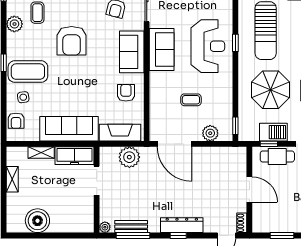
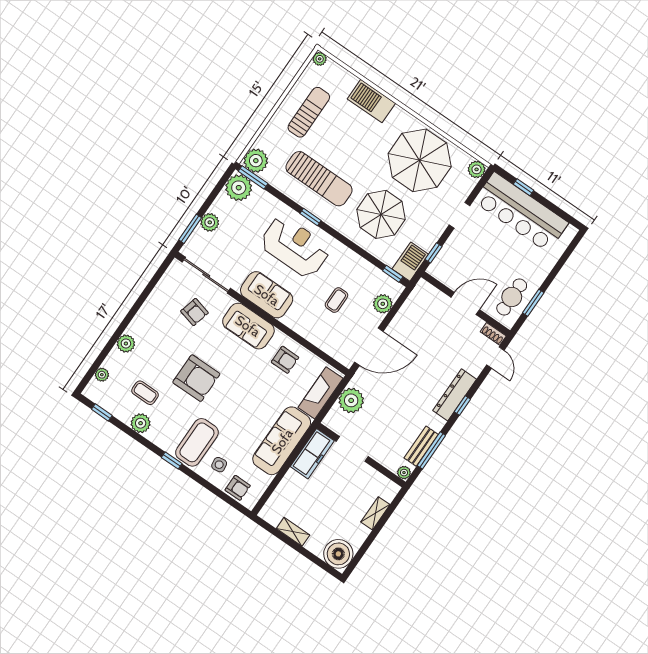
armchair: (126, 93) -> (285, 360), turned 180
barbecue: (273, 132) -> (410, 262), moved
shelving: (41, 152) -> (375, 513), moved
cafe table: (277, 156) -> (512, 297), moved
boiler: (37, 221) -> (338, 554), moved

